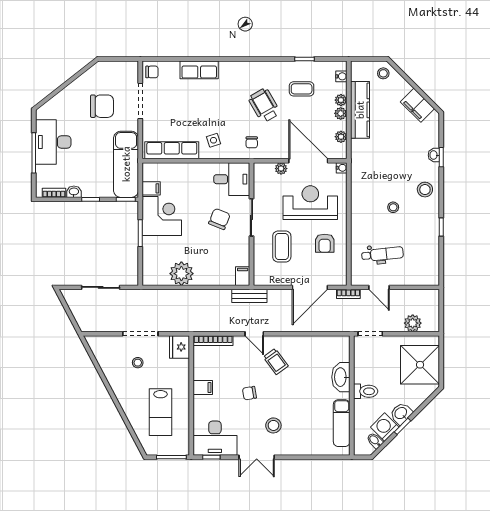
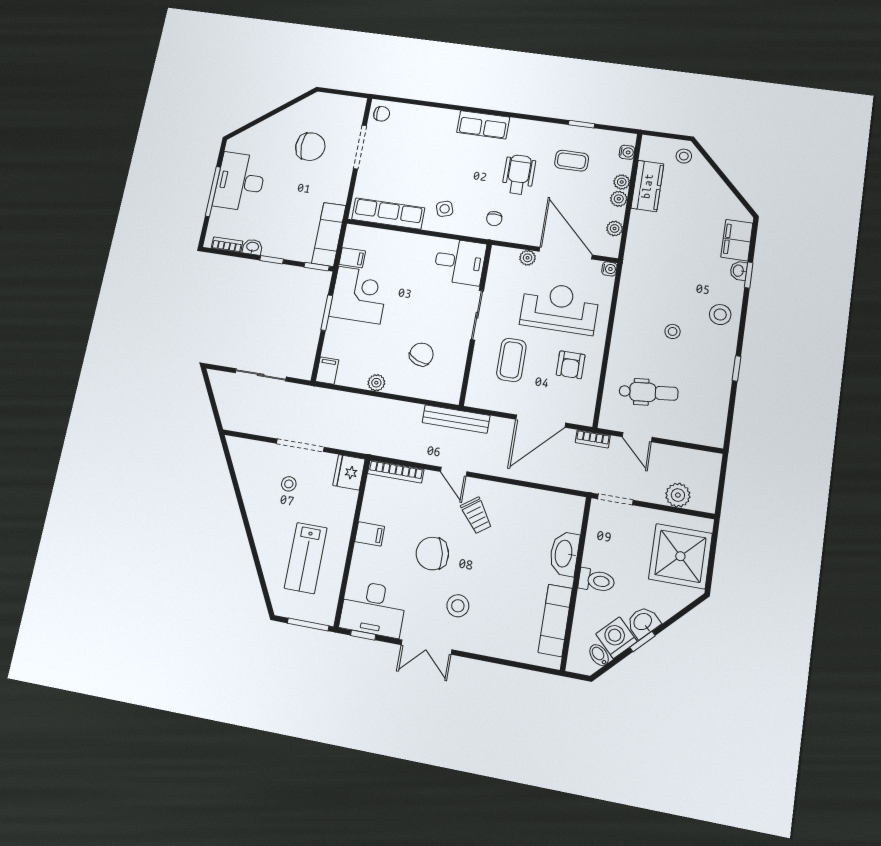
row of seats: (199, 70) -> (483, 125), moved
wheelchair: (264, 105) -> (519, 175), turned 30
filing cabinet: (417, 105) -> (737, 240), moved, turned 45
kitchen counter: (360, 110) -> (647, 186), width x0.67
exam couch: (126, 164) -> (329, 234), width x0.73, depth x0.69
chair: (219, 219) -> (421, 354), moved
plant: (181, 274) -> (376, 383), width x0.53, depth x0.53
filing cabinet: (243, 276) -> (327, 371), moved
bench: (249, 296) -> (456, 419), width x1.36
chair: (249, 393) -> (432, 553), width x1.87, depth x1.87

